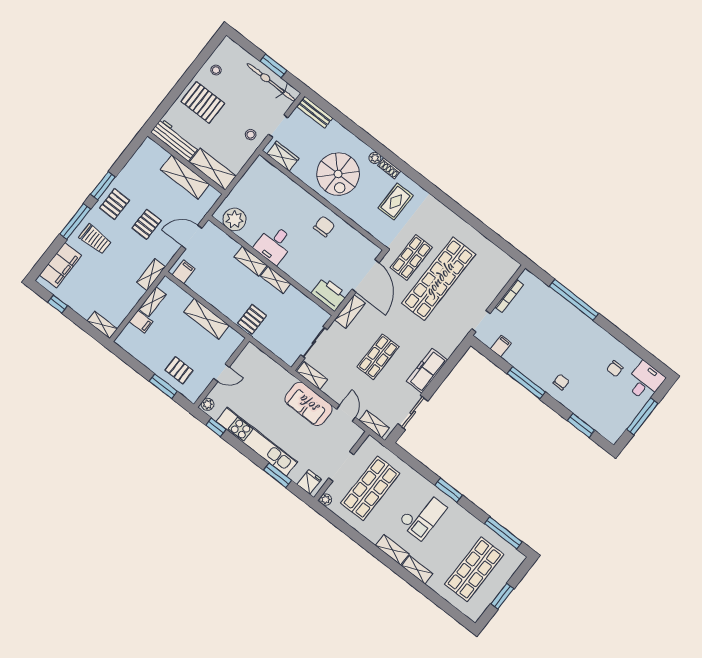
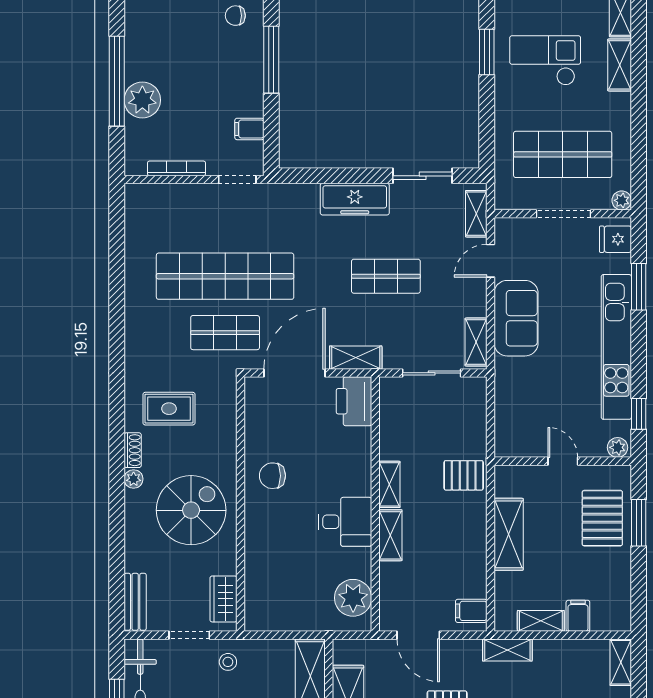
plant: (555, 305) -> (142, 100), added
pallet: (179, 370) -> (602, 518), width x1.50, depth x1.42

